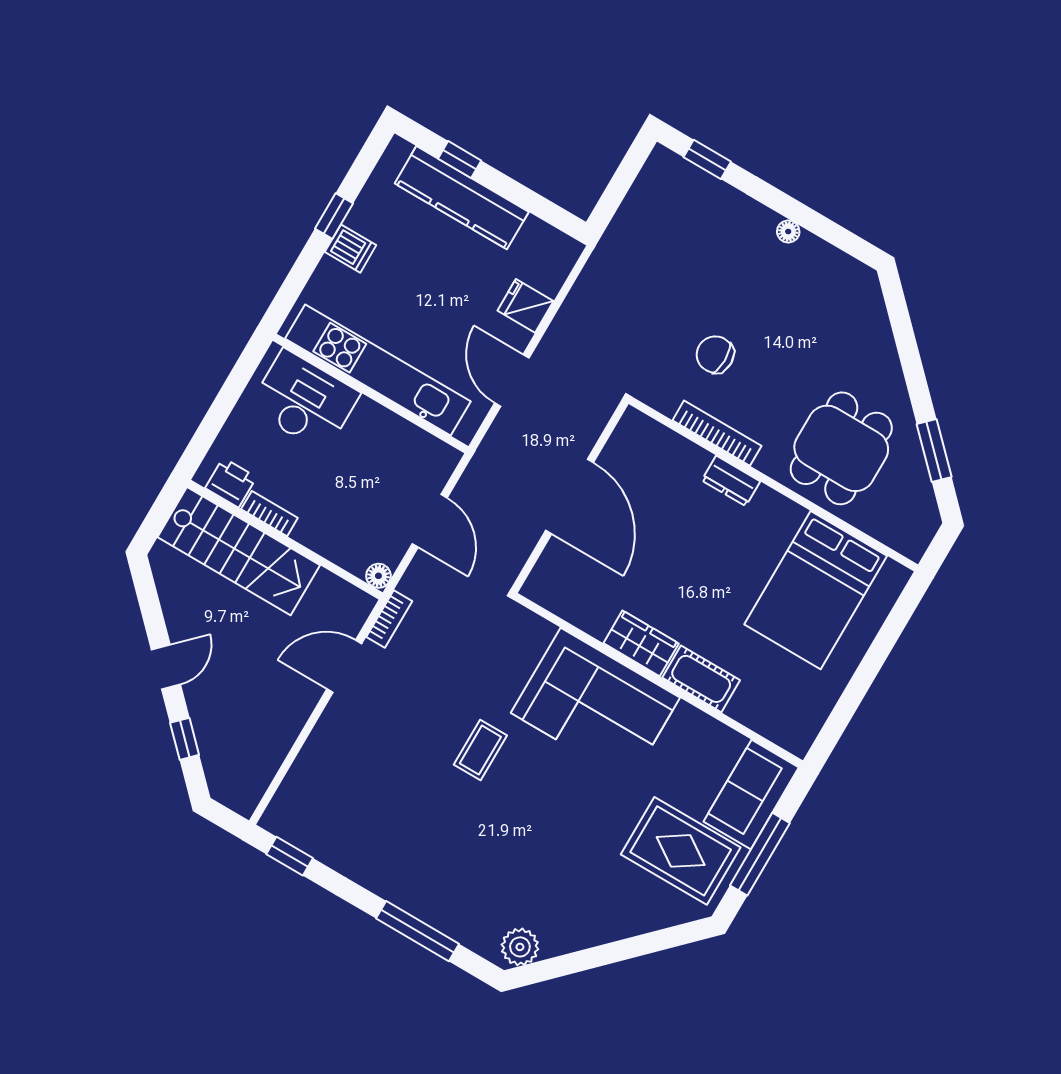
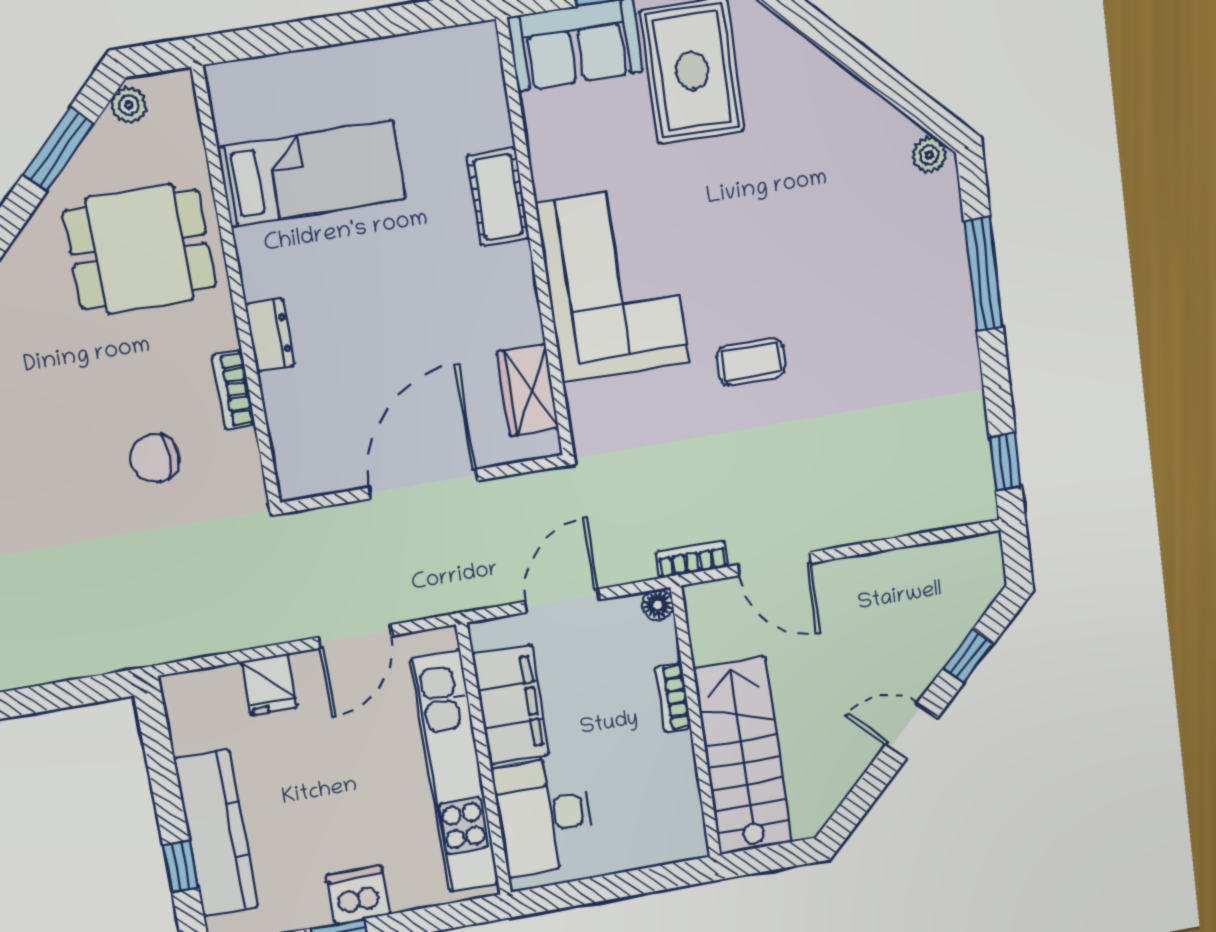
dishwasher: (351, 249) -> (358, 895), width x1.38
chair: (715, 354) -> (155, 458), turned 90
bookcase: (717, 433) -> (233, 390), width x0.64
filing cabinet: (391, 438) -> (511, 705), added
printer: (231, 483) -> (682, 818), removed
plant: (926, 511) -> (129, 105), added
bookcase: (269, 514) -> (673, 698), moved
bed: (816, 590) -> (312, 173), width x0.67
wardrobe: (641, 643) -> (528, 390), moved
plant: (520, 947) -> (929, 155), width x0.73, depth x0.73

